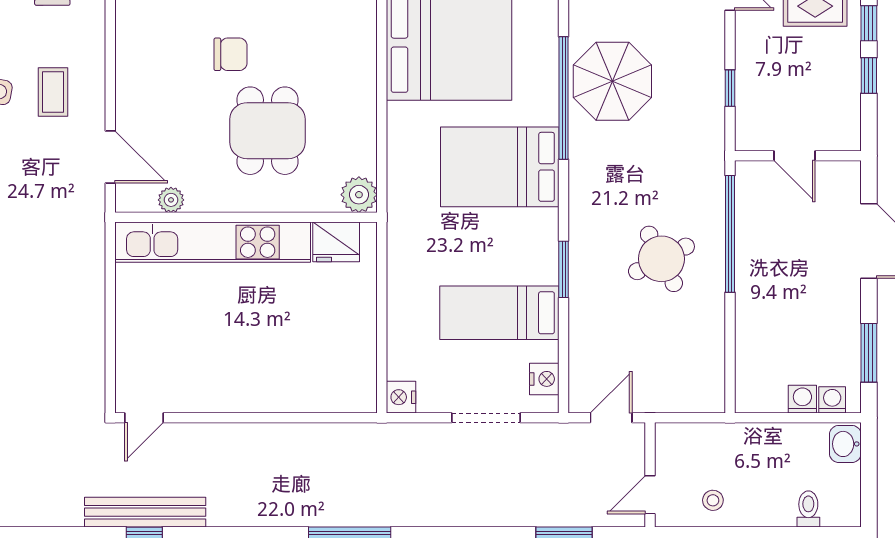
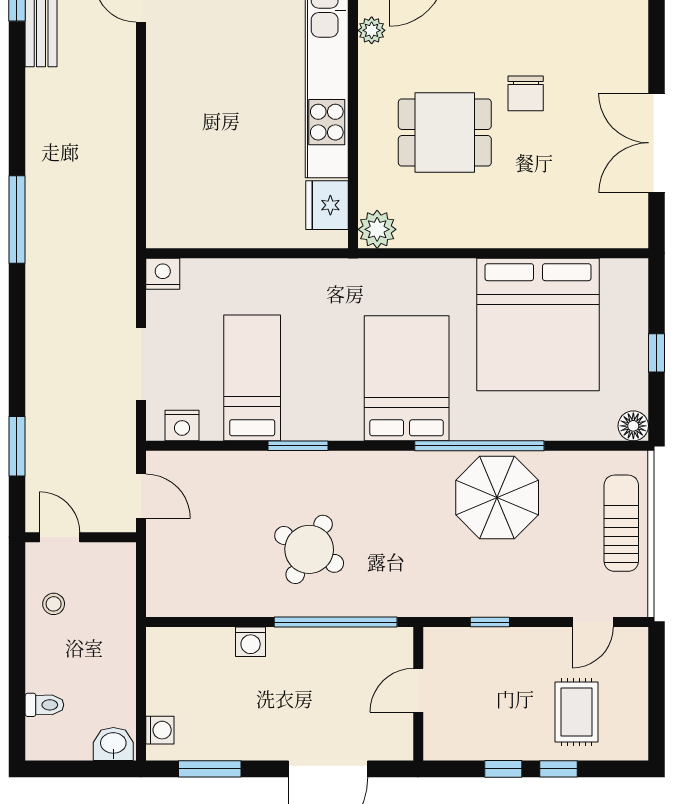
round table: (661, 259) -> (309, 549), turned -34
washing machine: (802, 399) -> (251, 642), moved, turned 90

